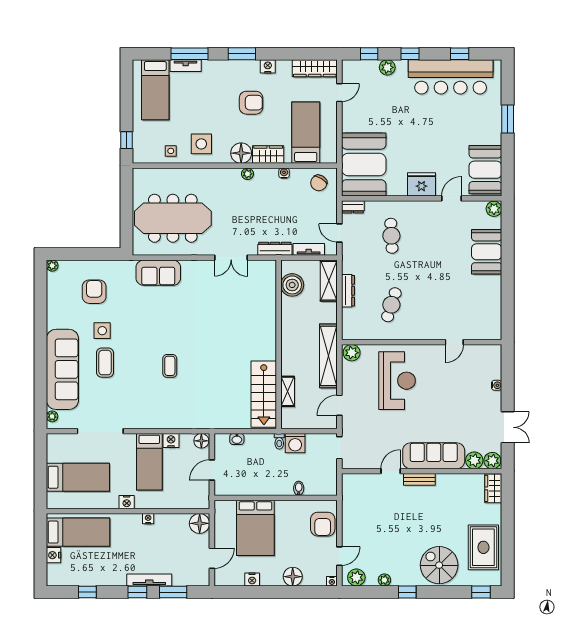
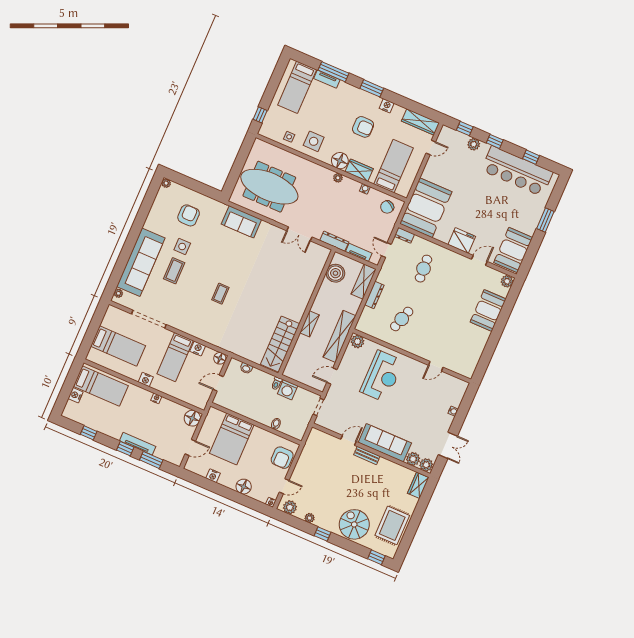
shelving: (288, 391) -> (310, 324), moved

